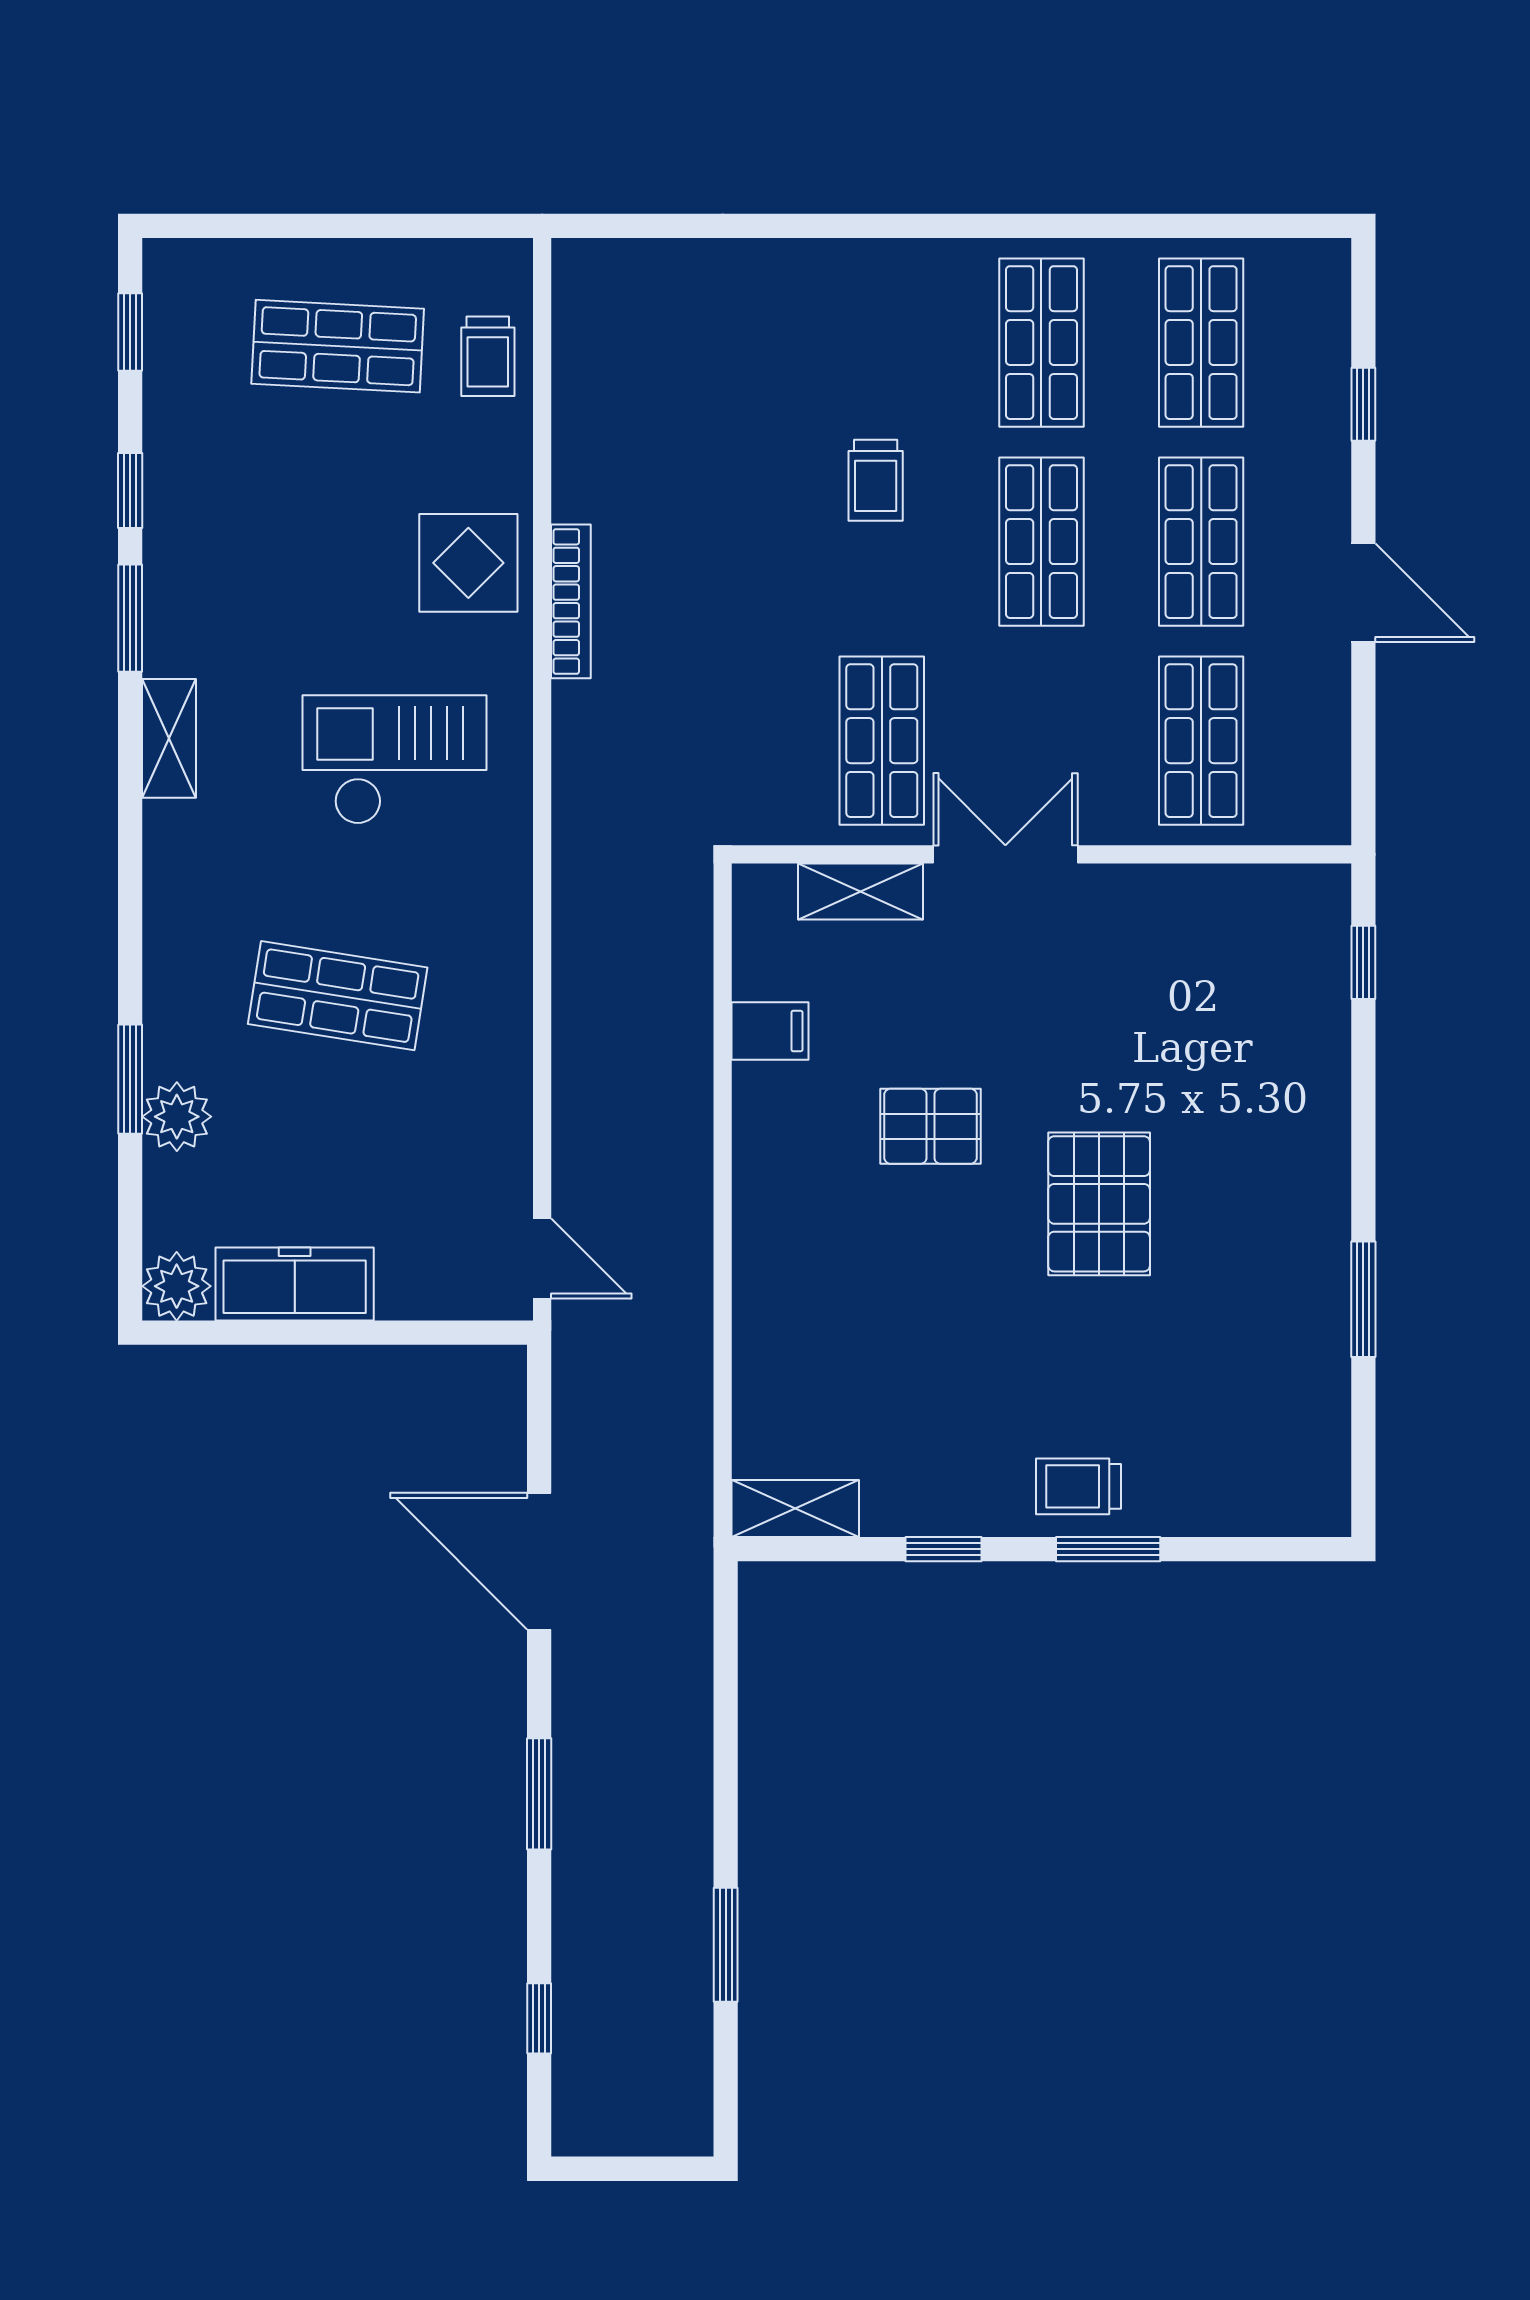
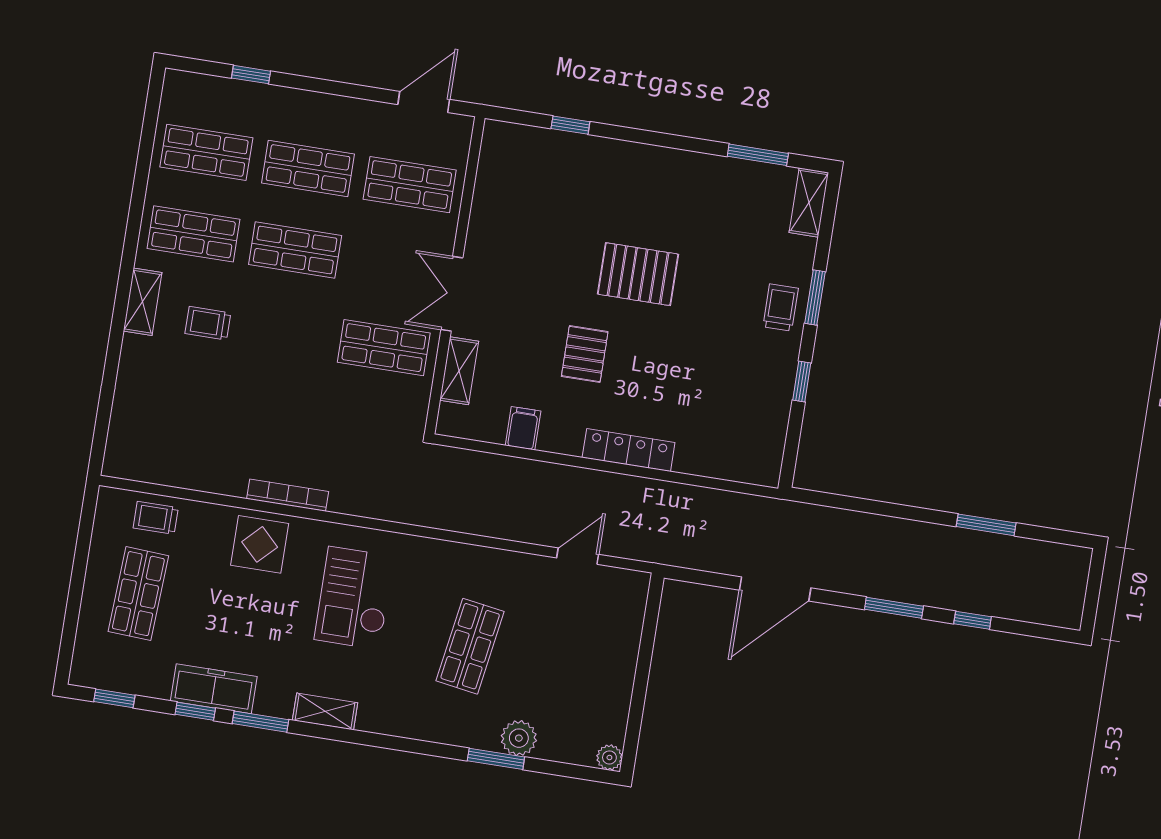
shelving: (897, 266) -> (143, 302), added
trolley: (488, 356) -> (156, 518), turned 180
trolley: (876, 480) -> (208, 323), moved, turned 180
door: (1363, 593) -> (424, 102), moved
window: (1363, 962) -> (570, 125), moved
locker: (760, 1239) -> (629, 450), added
door: (542, 1259) -> (578, 556), moved
freezer: (295, 1284) -> (214, 689), moved, turned 90
plant: (177, 1286) -> (609, 757), width x0.73, depth x0.73
window: (1363, 1299) -> (758, 155), moved
trolley: (1079, 1486) -> (781, 307), turned 180
shelving: (795, 1508) -> (809, 202), moved
window: (539, 2018) -> (973, 620), moved

